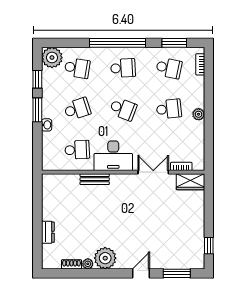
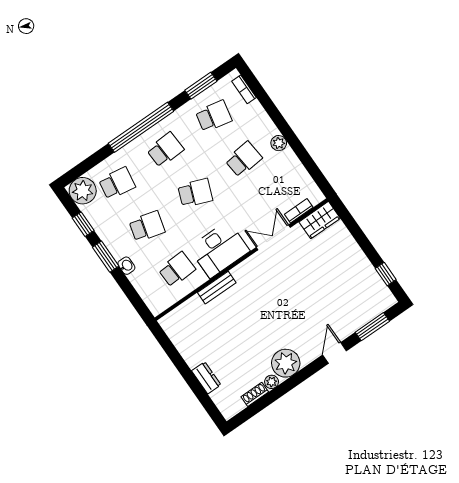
school desk: (77, 109) -> (147, 226), turned 33

